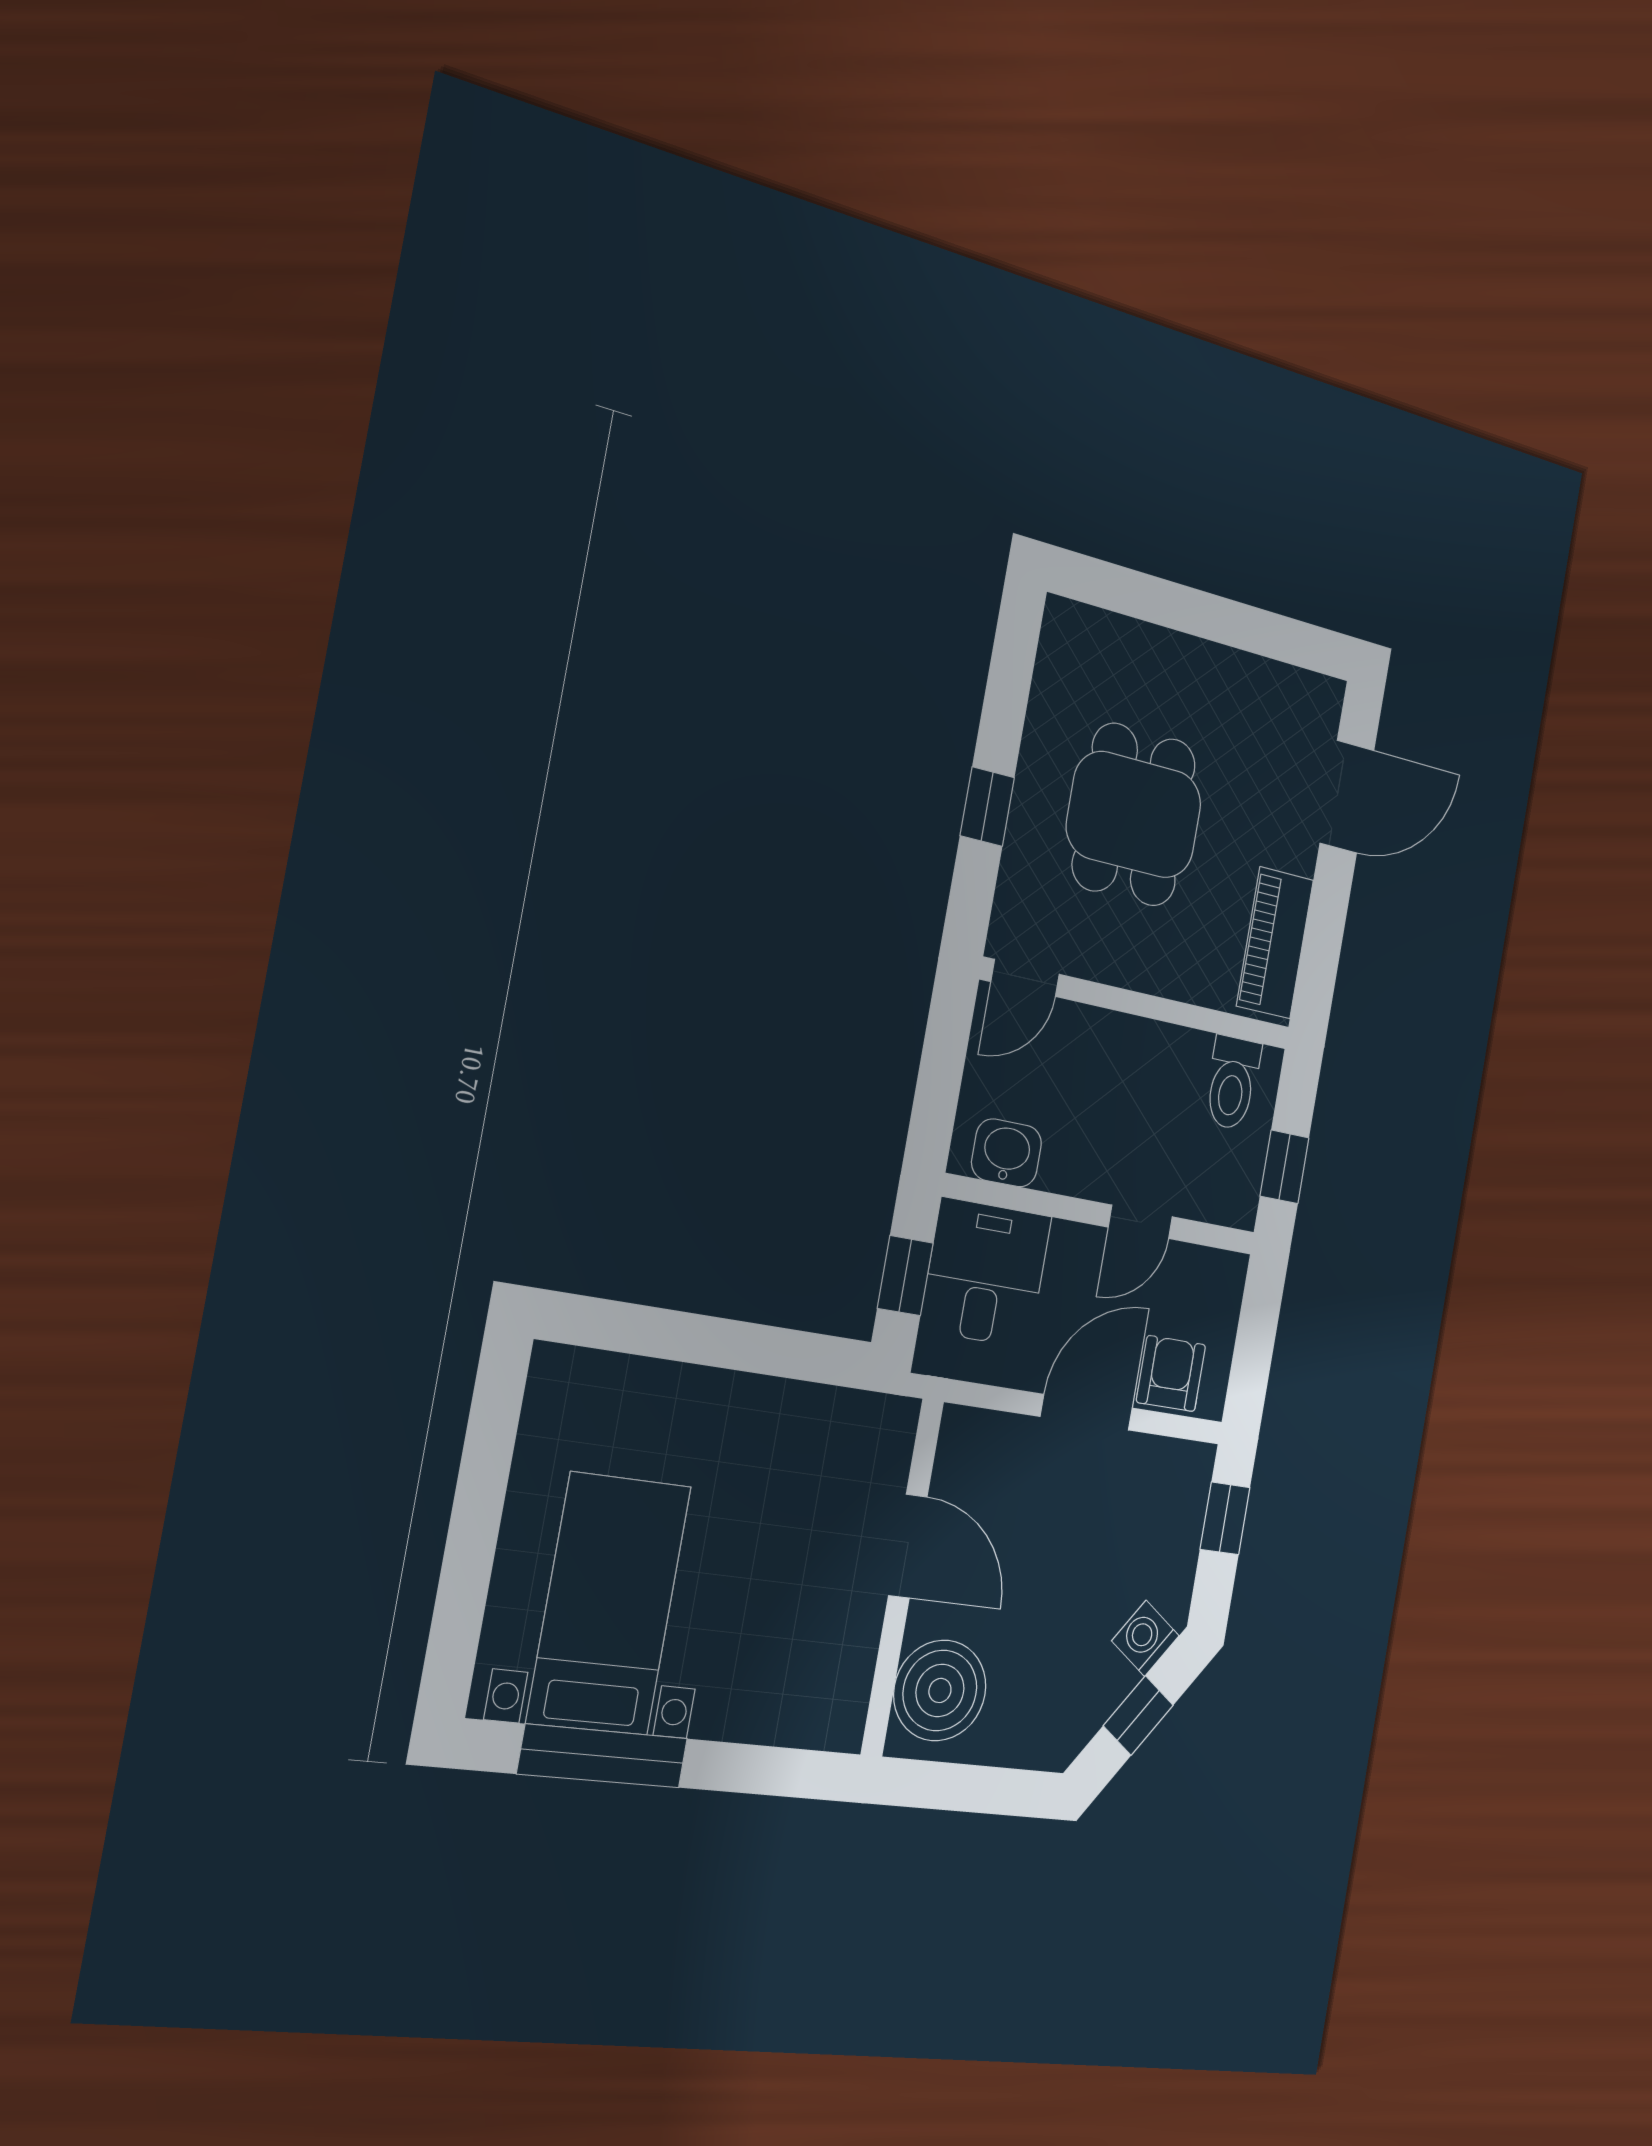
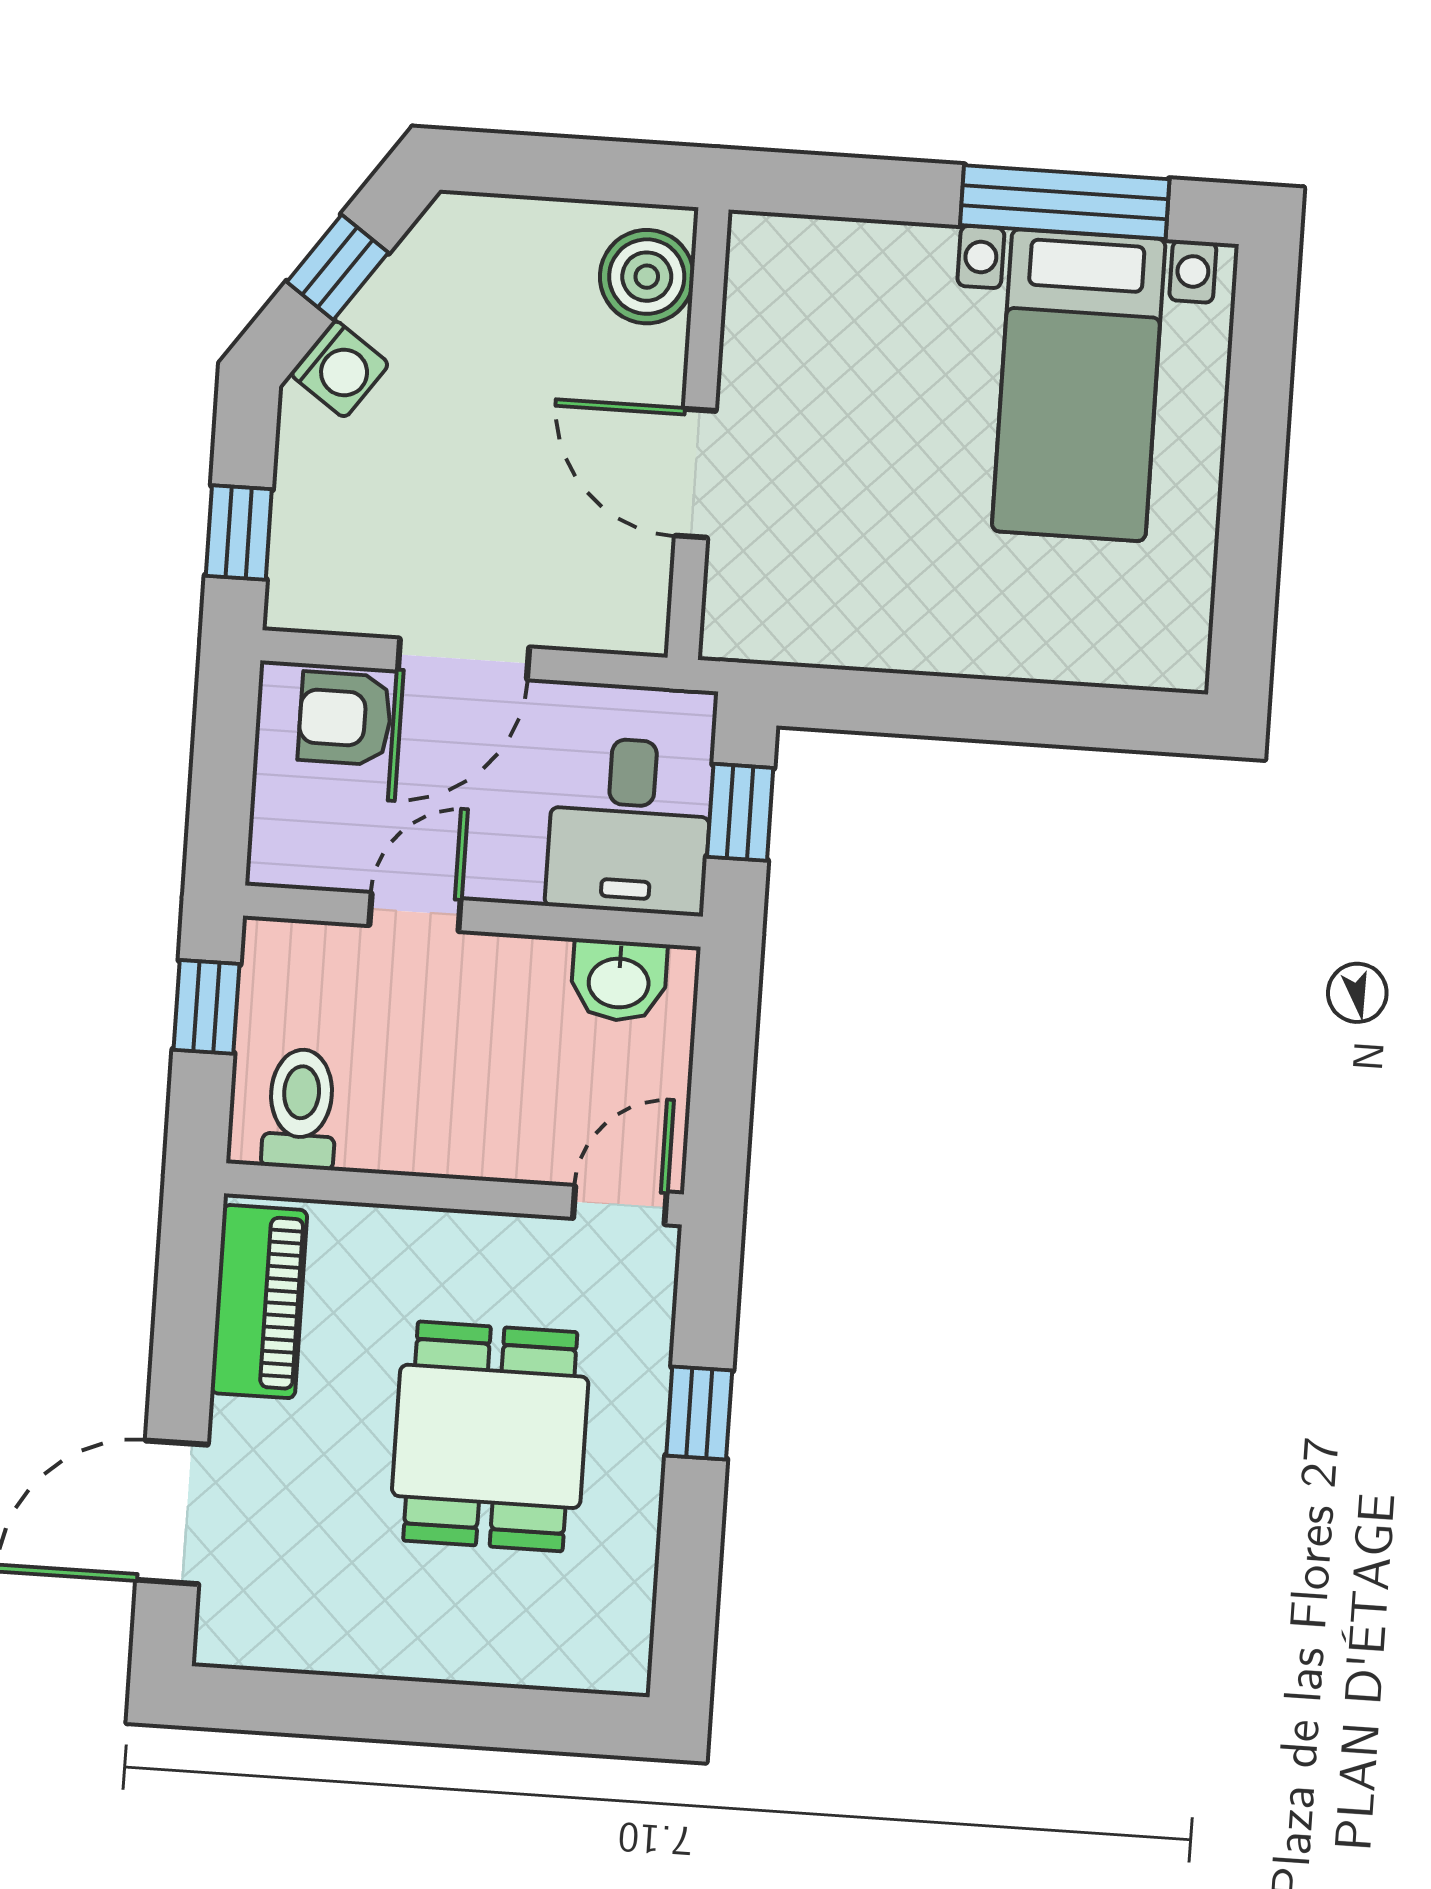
armchair: (1171, 1374) -> (345, 718), turned 90
boiler: (940, 1690) -> (647, 277), width x0.73, depth x0.73

